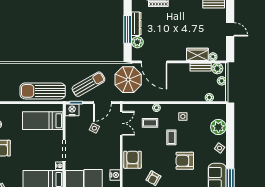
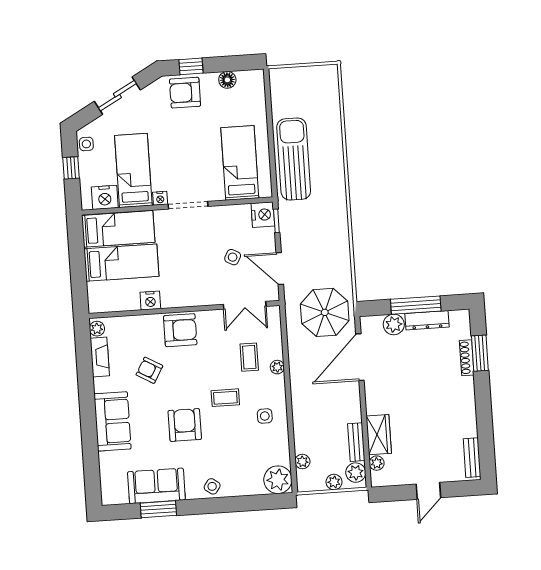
sun lounger: (88, 84) -> (312, 241), removed
plant: (218, 127) -> (278, 480), moved

